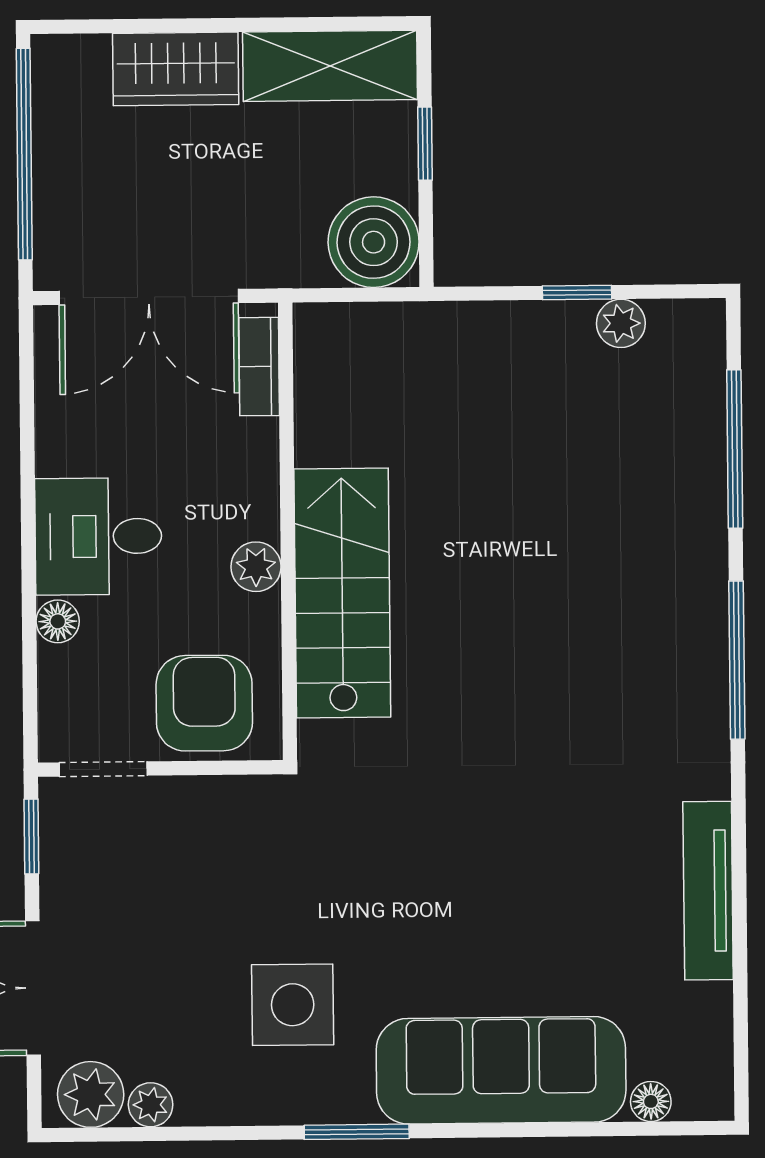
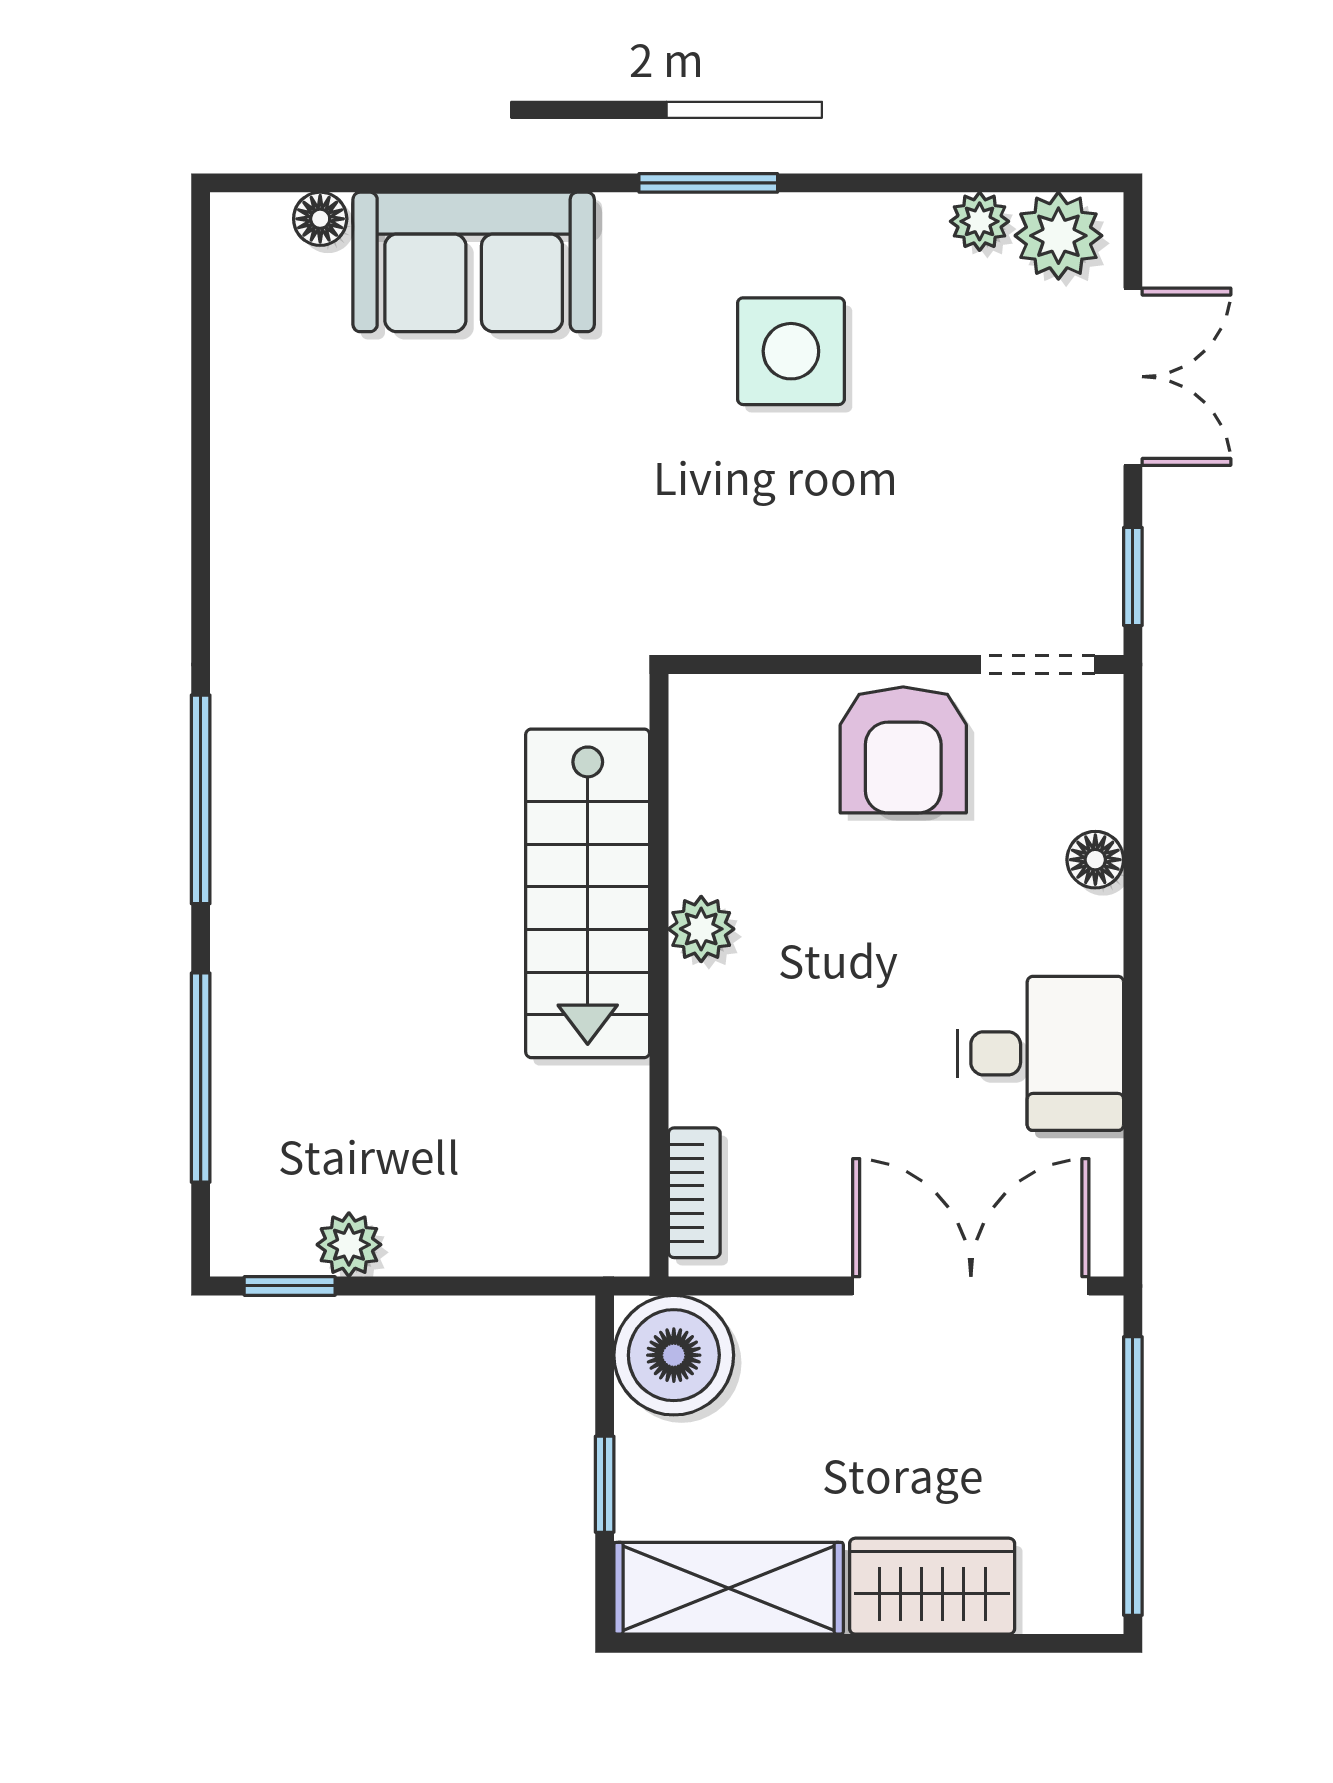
window: (577, 292) -> (290, 1286), moved
bookcase: (259, 367) -> (694, 1193), moved
wall: (288, 531) -> (659, 975), moved
desk: (98, 536) -> (1041, 1053), moved
plant: (256, 567) -> (701, 929), moved
stairs: (342, 593) -> (588, 893), moved
tv unit: (708, 891) -> (242, 496), removed
sofa: (501, 1070) -> (474, 262), width x0.73

